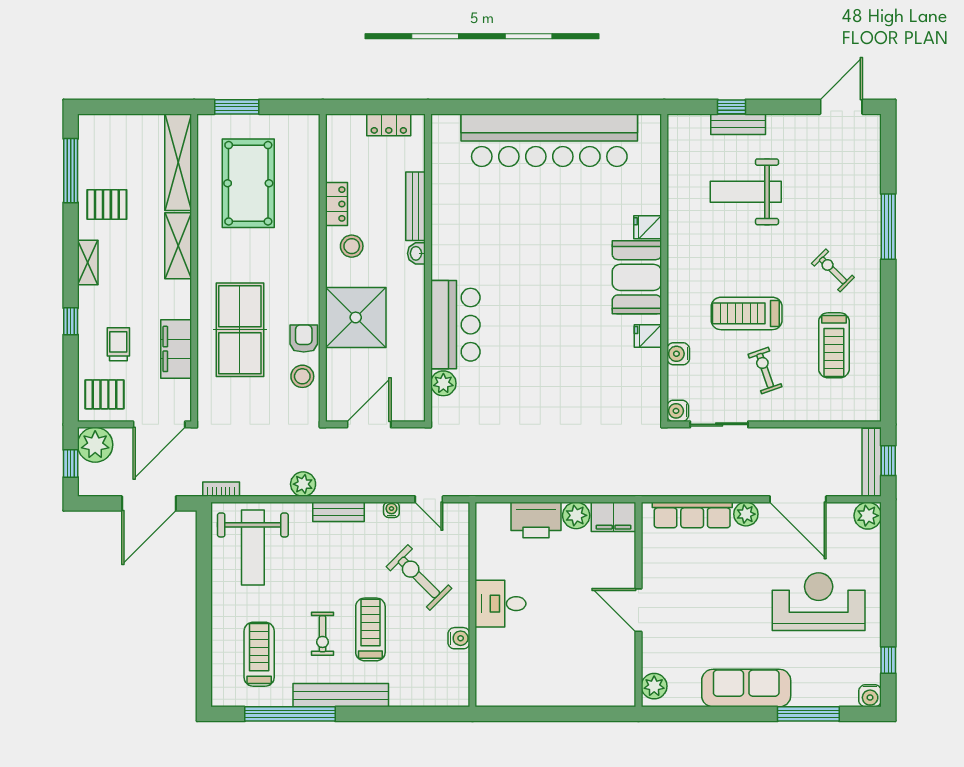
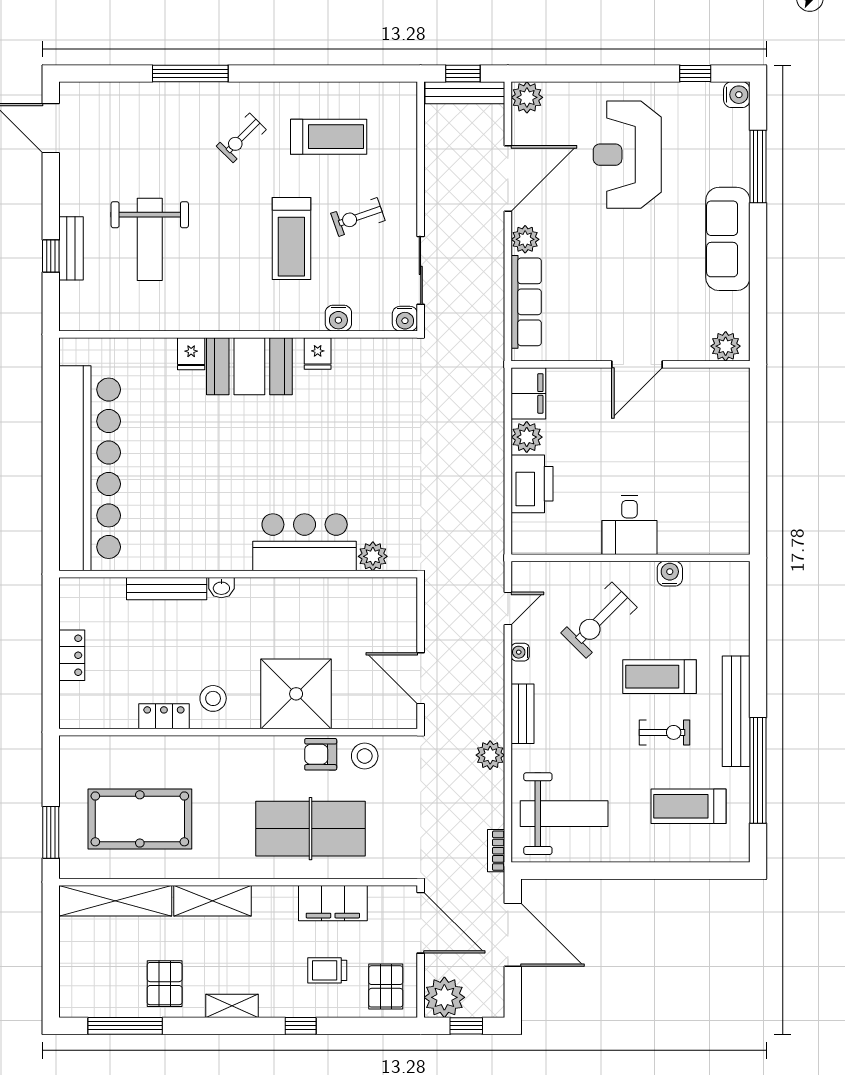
bench: (416, 206) -> (167, 589), moved
washbasin: (416, 253) -> (221, 588), moved
wall: (428, 268) -> (238, 574), moved
bar counter: (455, 325) -> (305, 542), moved
plant: (443, 383) -> (373, 556), moved

